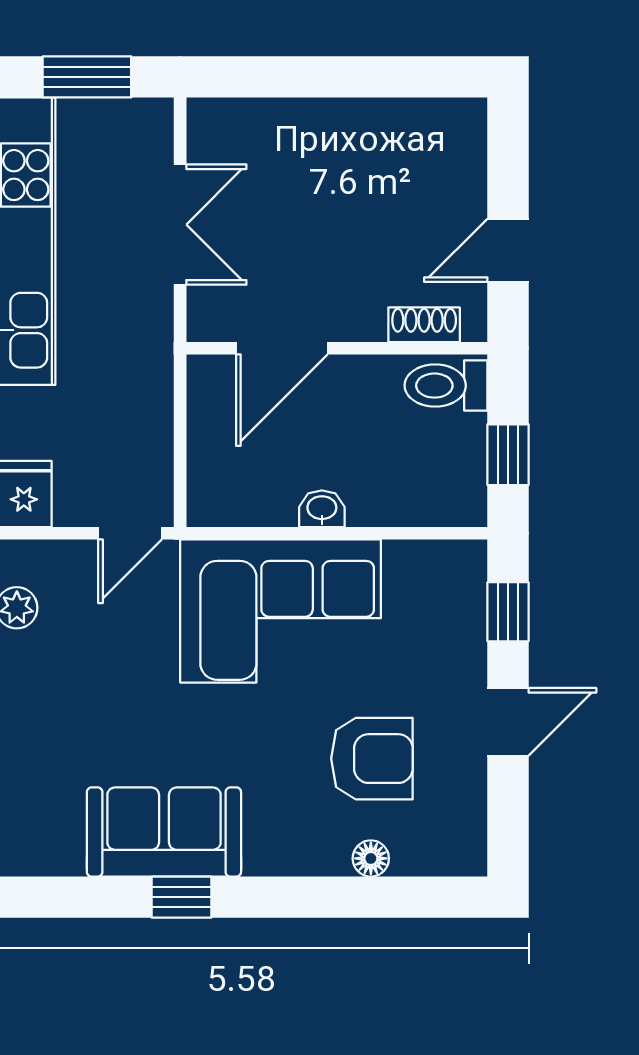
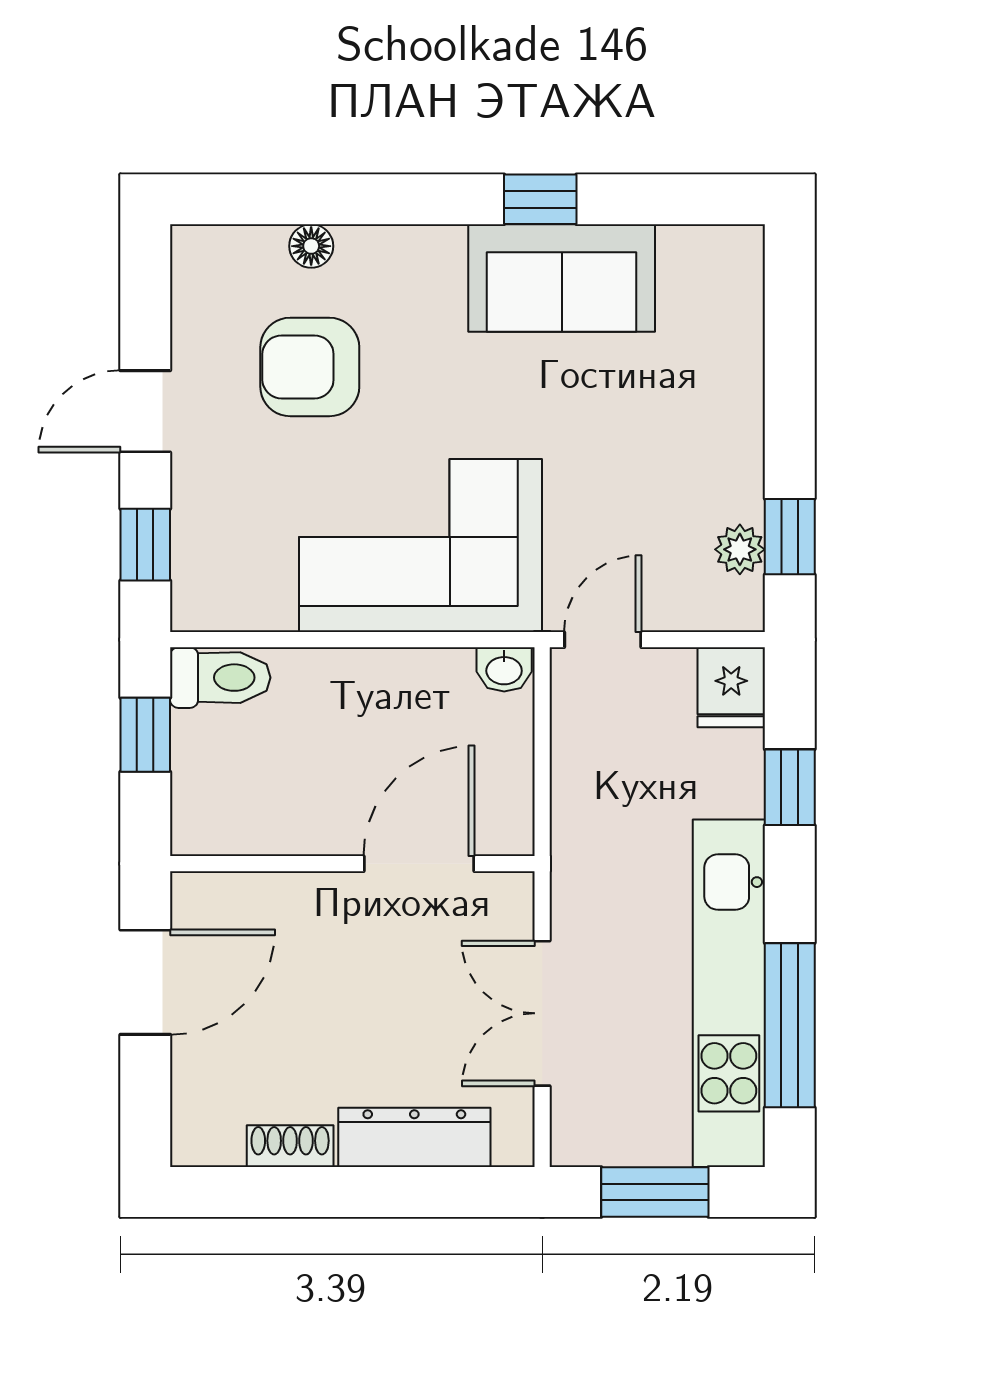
dresser: (286, 122) -> (414, 1137), added
door: (508, 250) -> (145, 982), width x1.38
shoe rack: (424, 325) -> (290, 1146), moved, turned 180
toilet: (446, 386) -> (220, 678), moved
washbasin: (322, 509) -> (504, 669), moved

